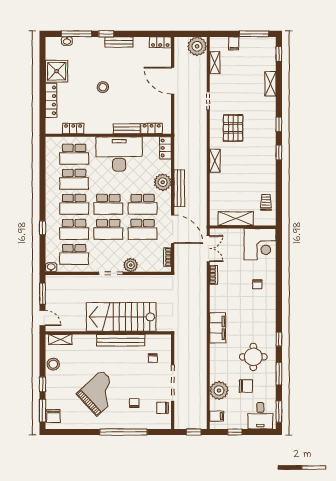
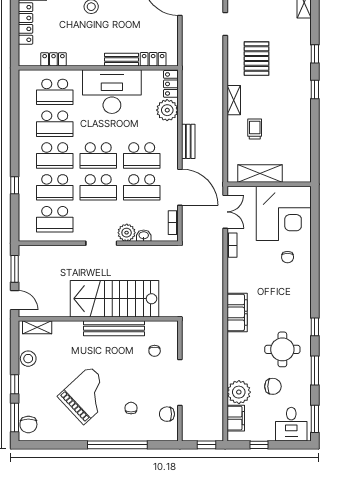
plant: (163, 182) -> (167, 110), moved
bench: (179, 188) -> (188, 141), width x0.73
trolley: (266, 202) -> (255, 129), moved
corner desk: (260, 244) -> (284, 213), width x1.36, depth x1.36
washbasin: (51, 267) -> (144, 236), moved
filing cabinet: (217, 416) -> (236, 418), width x2.00

